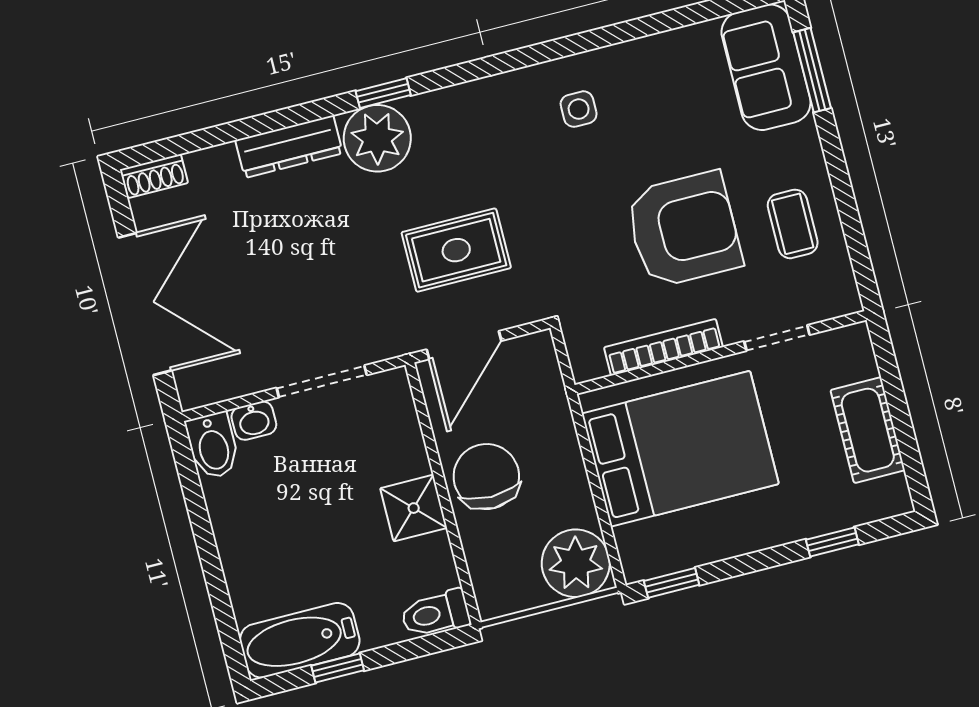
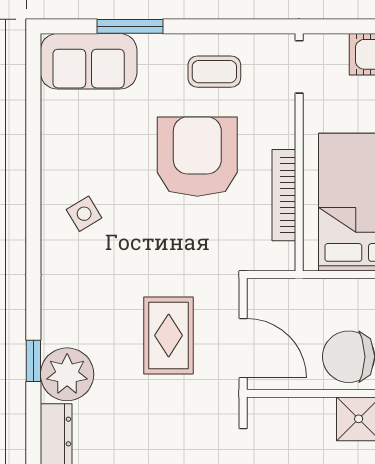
window: (812, 70) -> (130, 26), moved
side table: (579, 109) -> (84, 214), turned -31
doorway: (777, 338) -> (299, 67), moved

